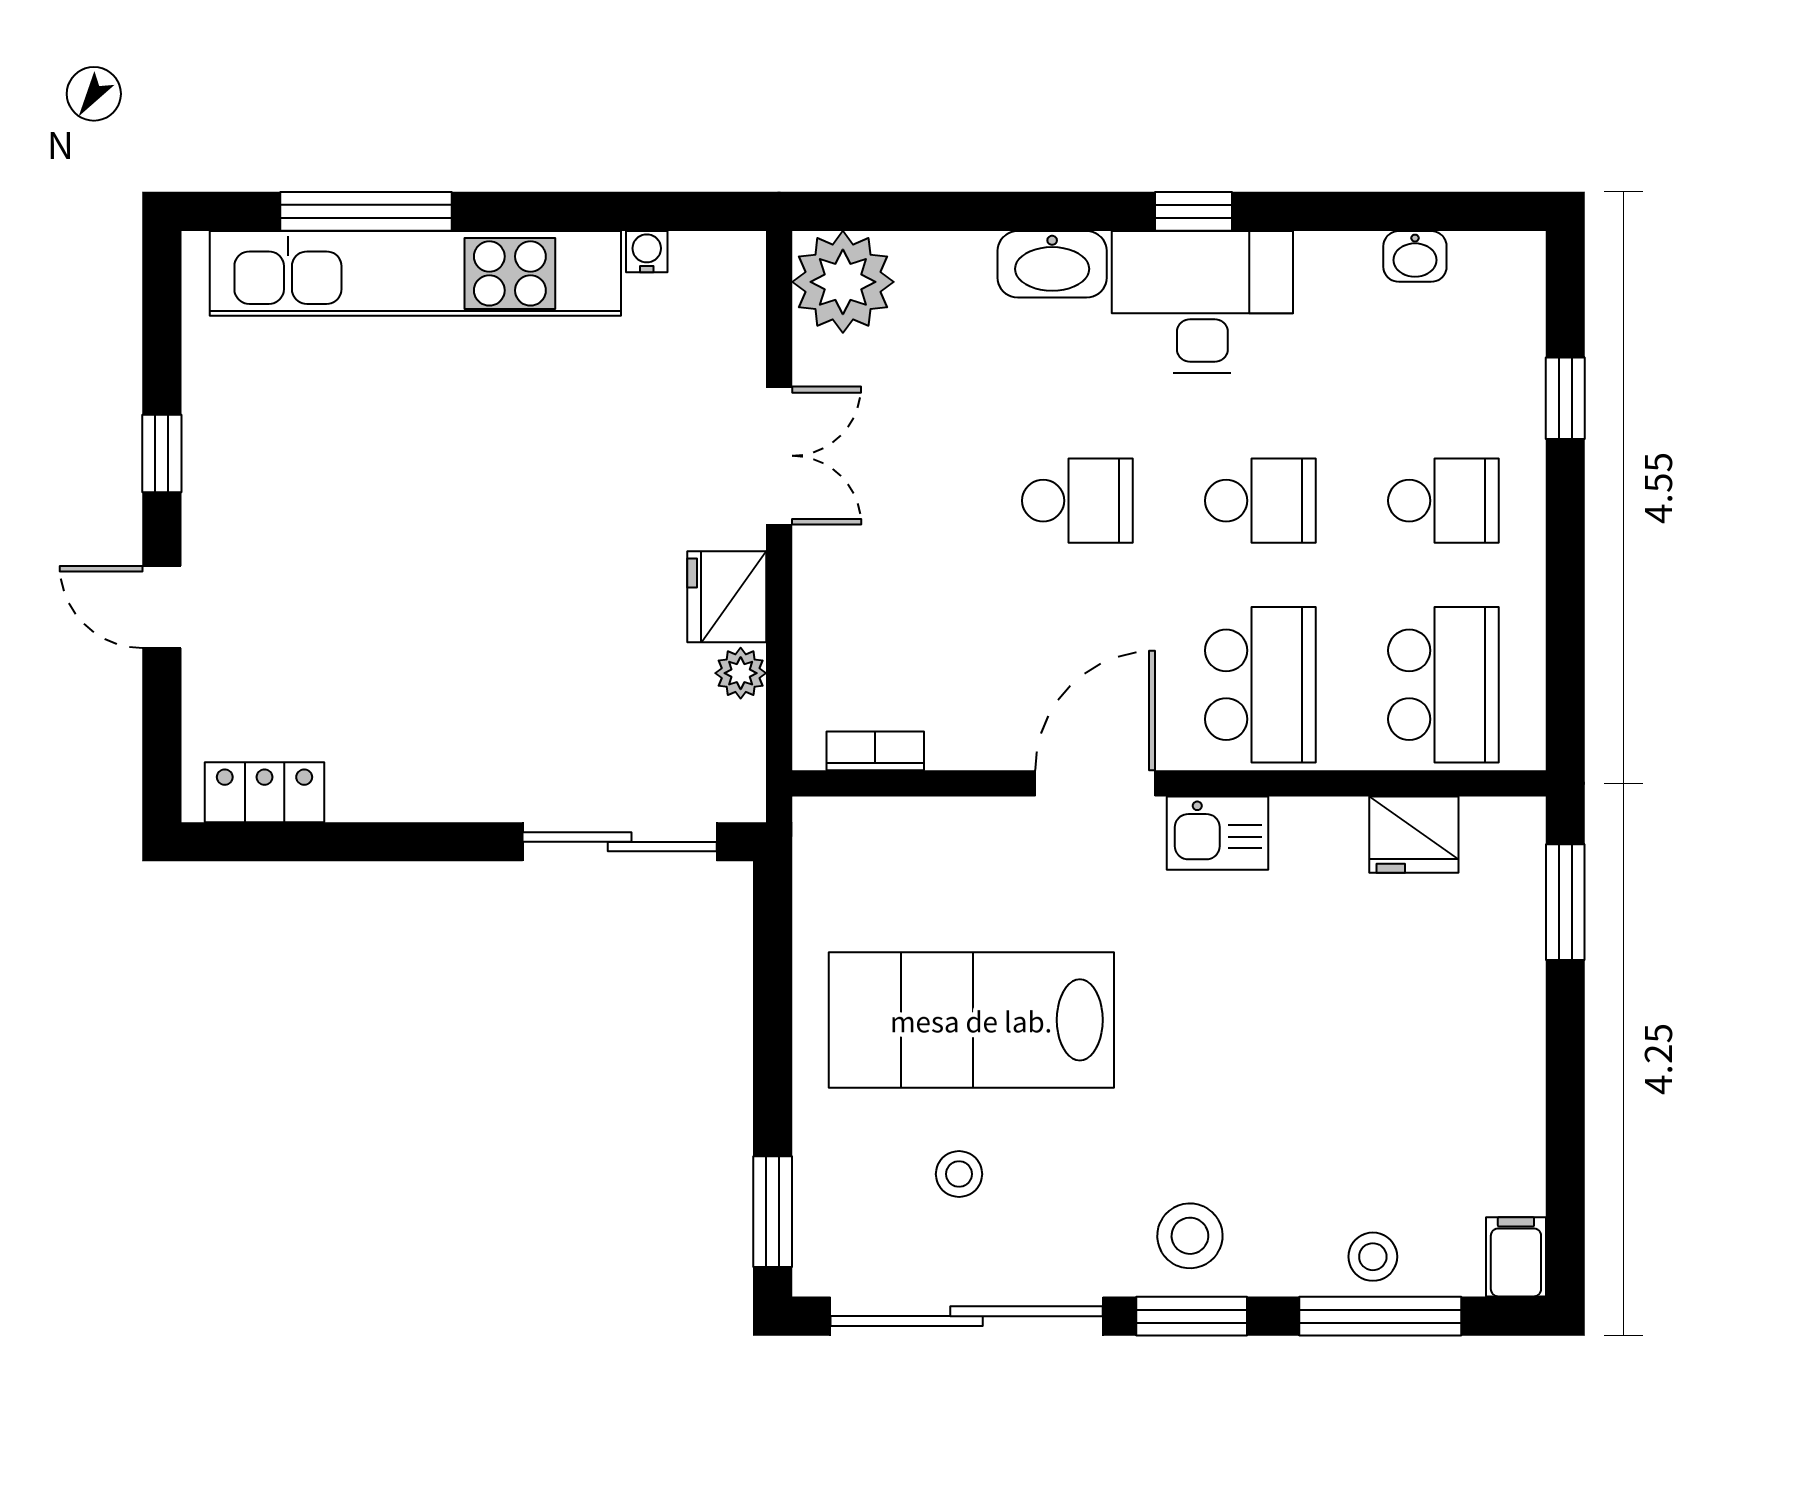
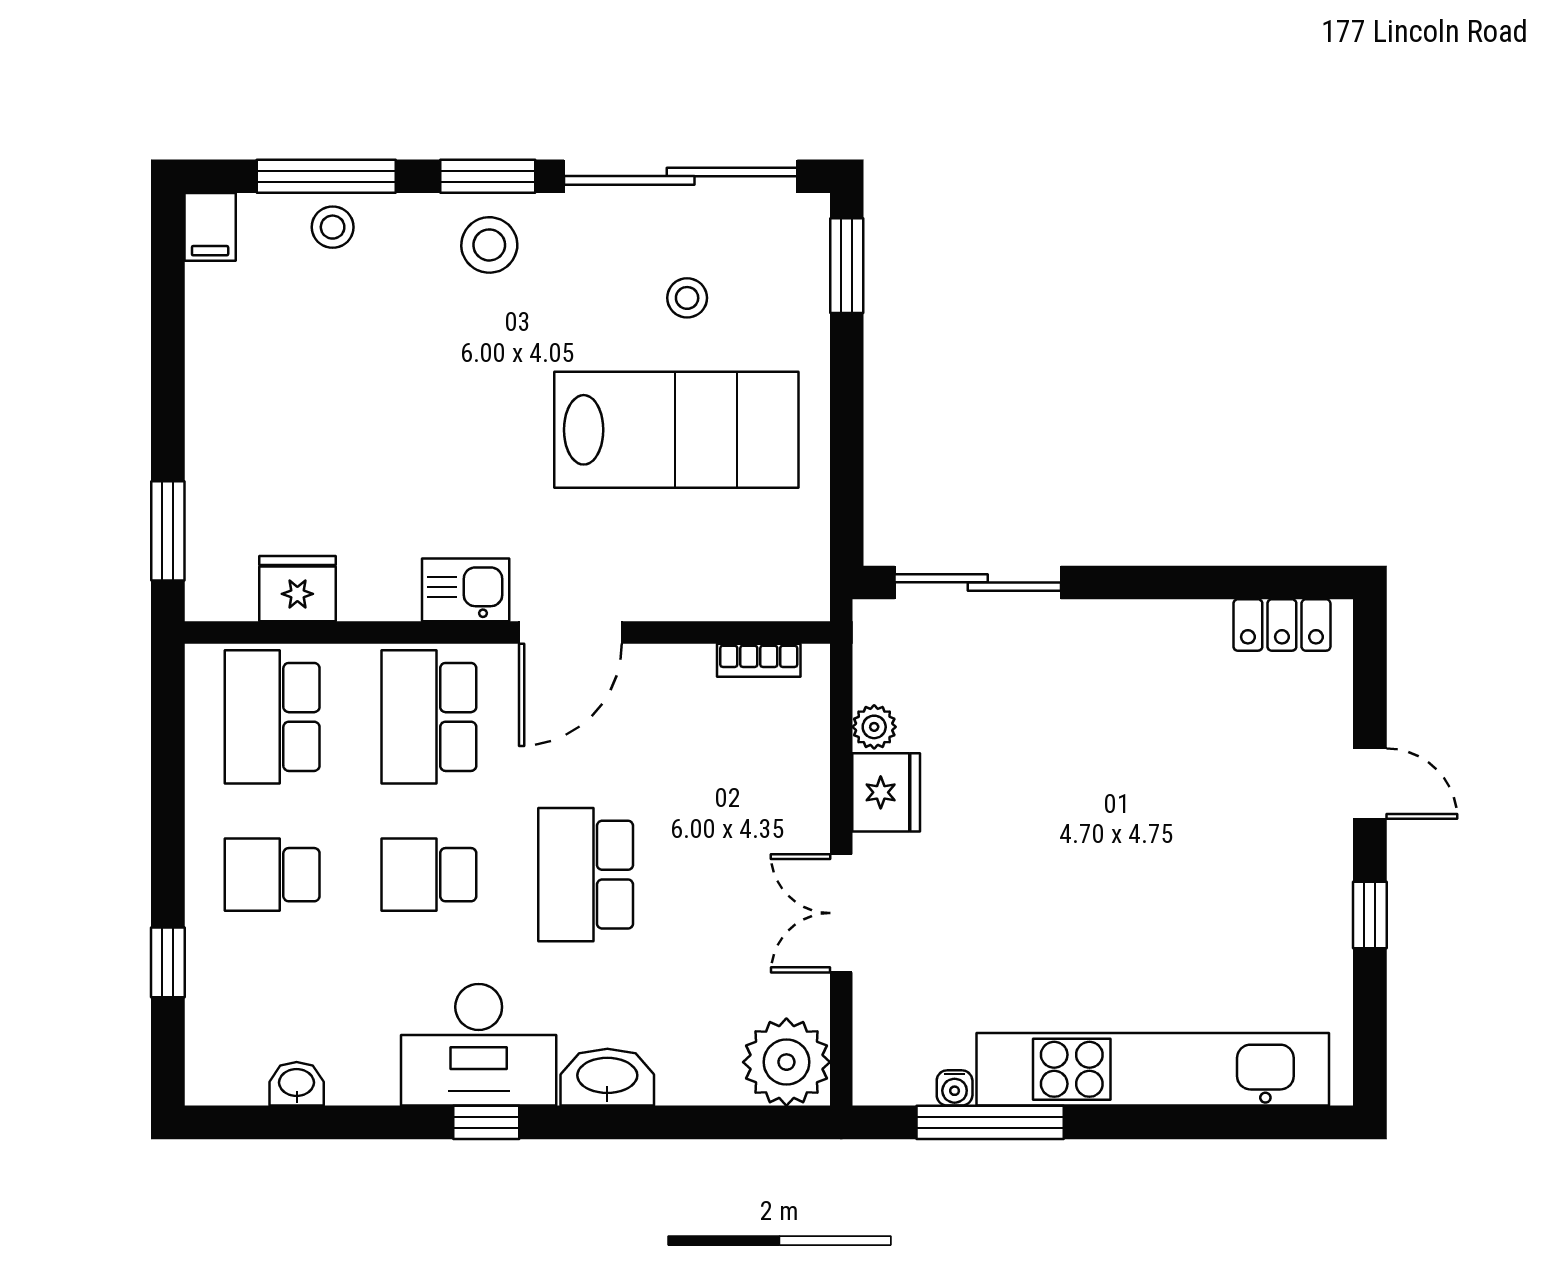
window: (366, 211) -> (990, 1122), moved
school desk: (1077, 501) -> (586, 875), width x1.85

